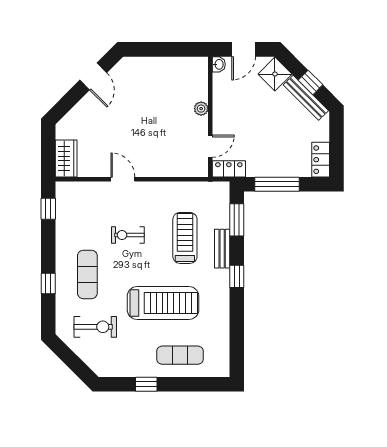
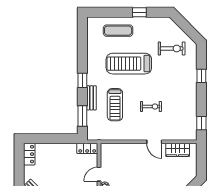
door: (210, 146) -> (99, 174), moved
wardrobe: (66, 159) -> (178, 150), moved, turned -90
window: (277, 184) -> (57, 139), removed
exercise mat: (87, 274) -> (177, 82), removed
exercise bike: (95, 327) -> (172, 48), turned 180

